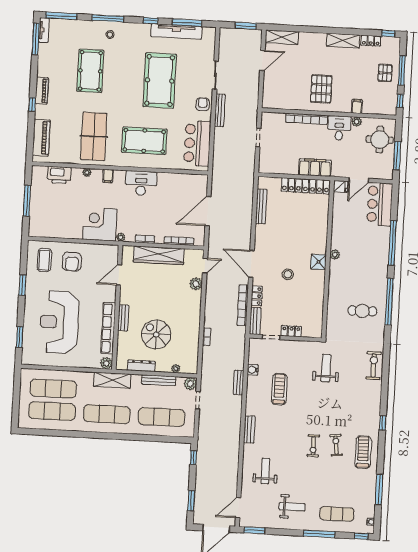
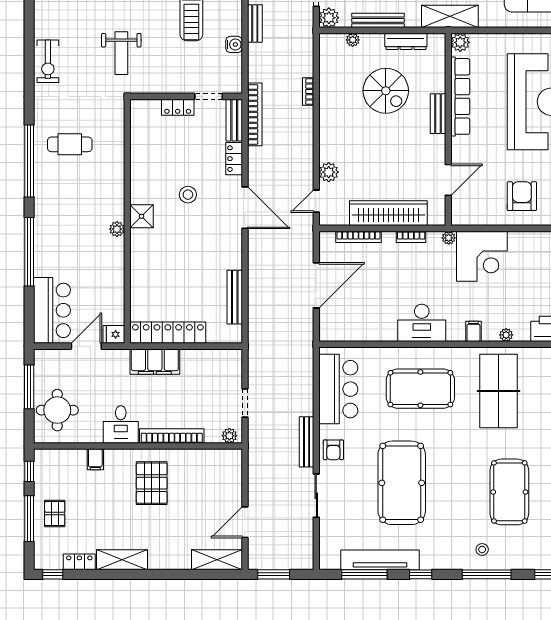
plant: (357, 122) -> (229, 436), moved
bookcase: (243, 305) -> (255, 114), moved

